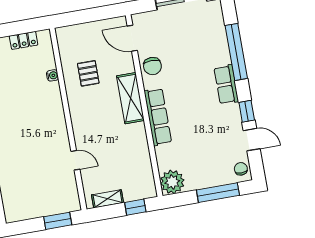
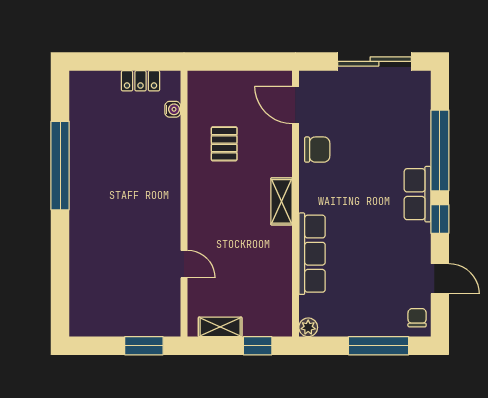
chair: (152, 66) -> (317, 150), turned -90
water cooler: (52, 75) -> (173, 109), moved
shelving: (130, 98) -> (281, 201), width x0.67, depth x0.75
window: (247, 111) -> (440, 219), moved
row of seats: (158, 117) -> (312, 254), moved
plant: (172, 182) -> (308, 327), width x0.53, depth x0.53

